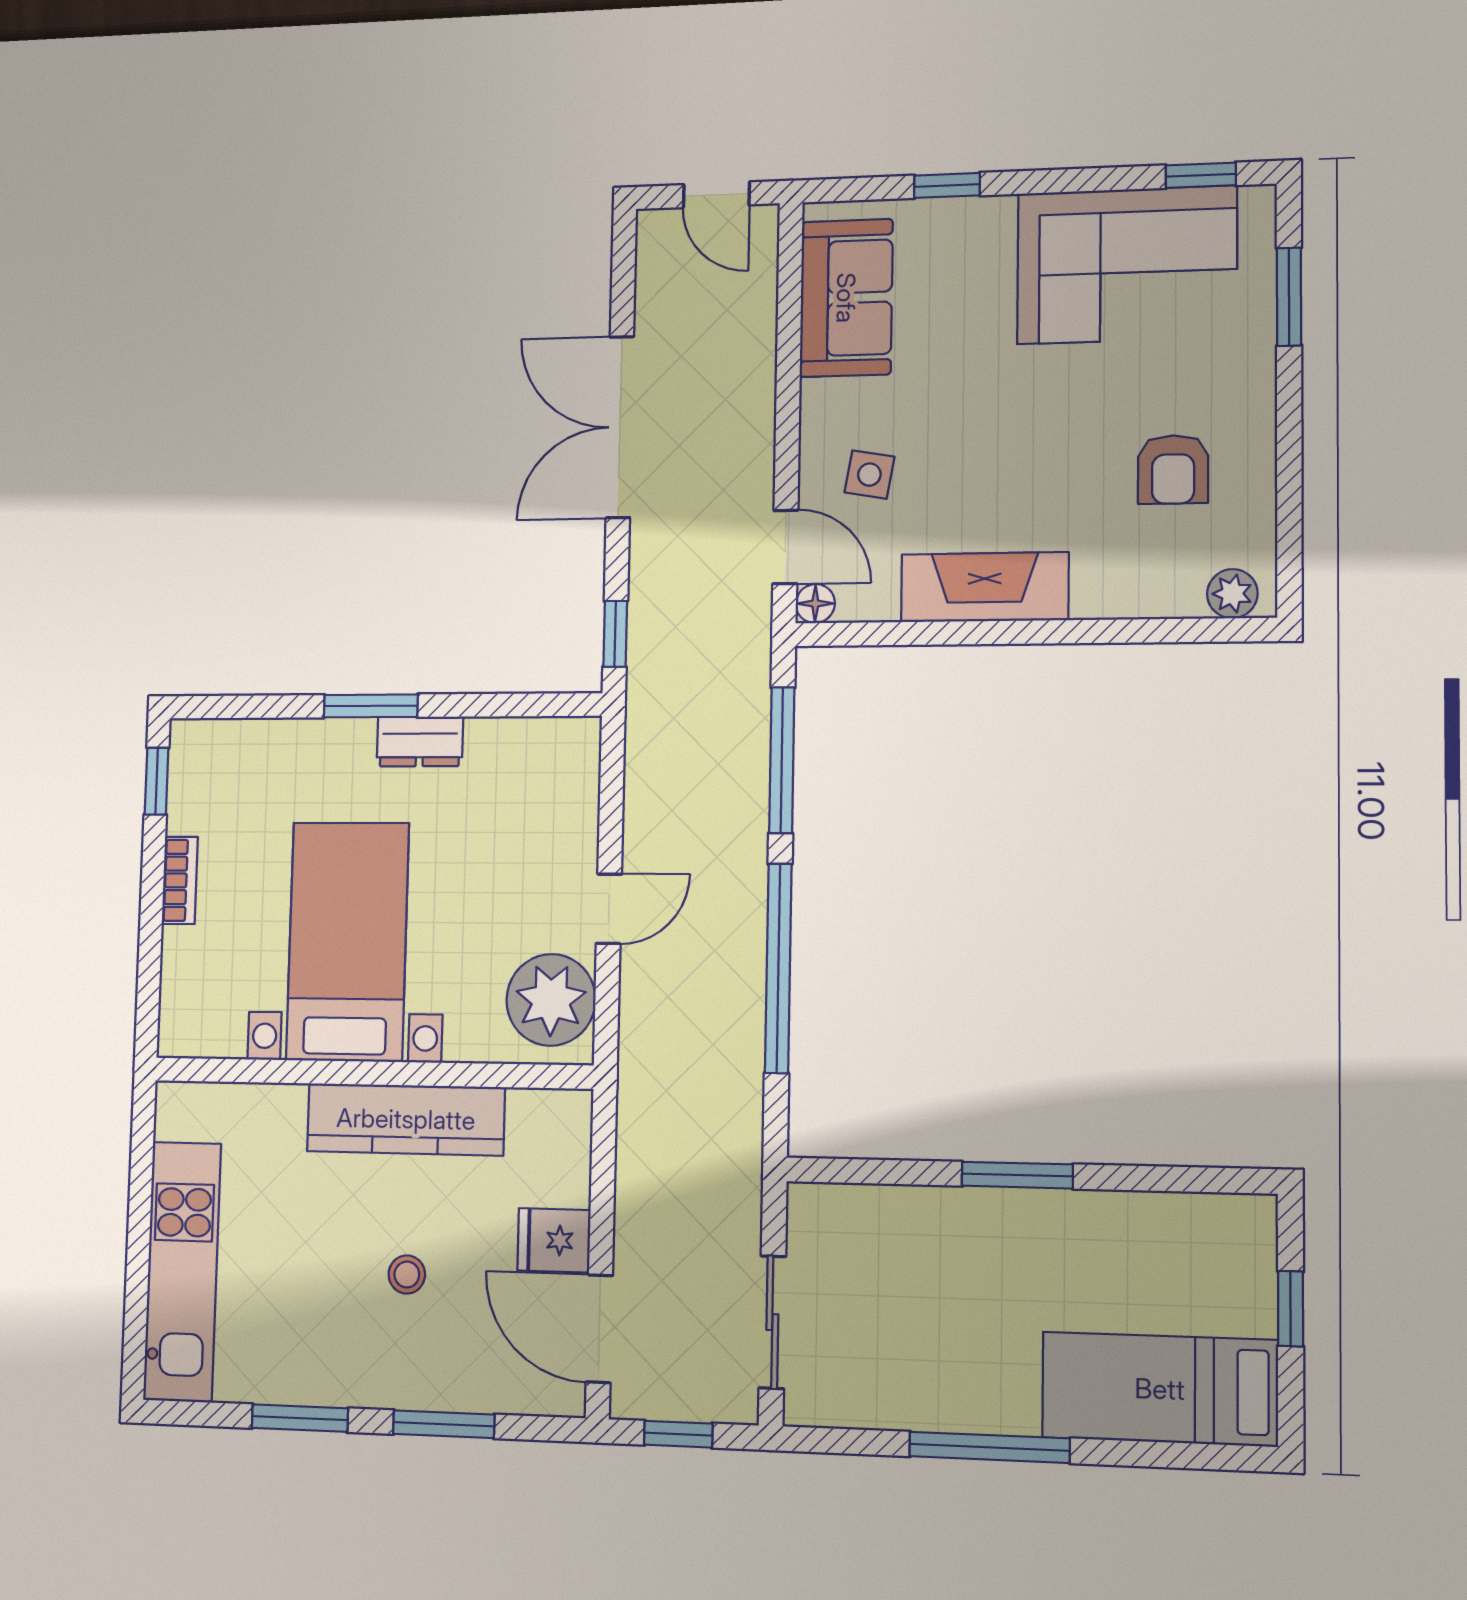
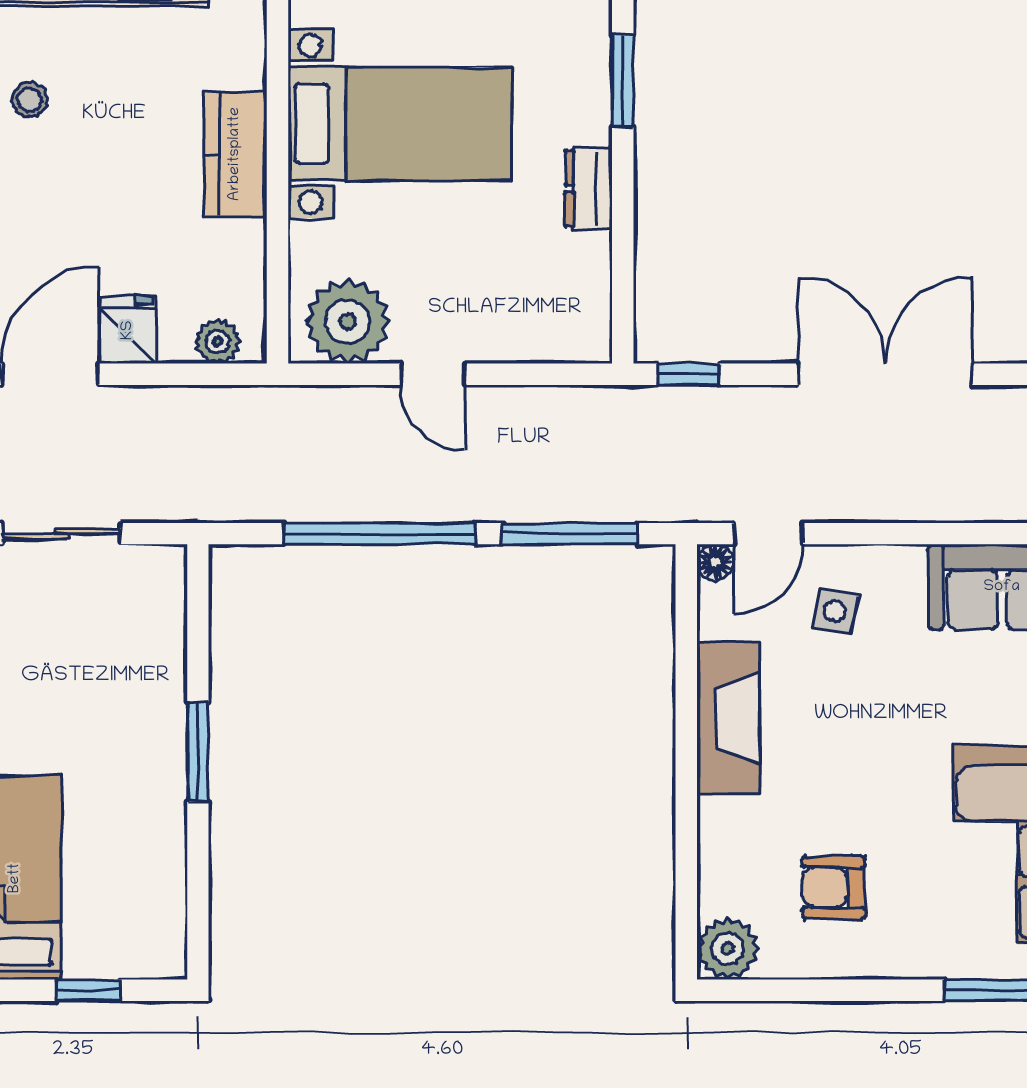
plant: (1232, 594) -> (728, 948), width x1.38, depth x1.38
window: (371, 706) -> (623, 81), moved
kitchen counter: (406, 1119) -> (235, 154), width x0.67
plant: (569, 1143) -> (217, 342), added
stool: (407, 1275) -> (30, 100), moved

